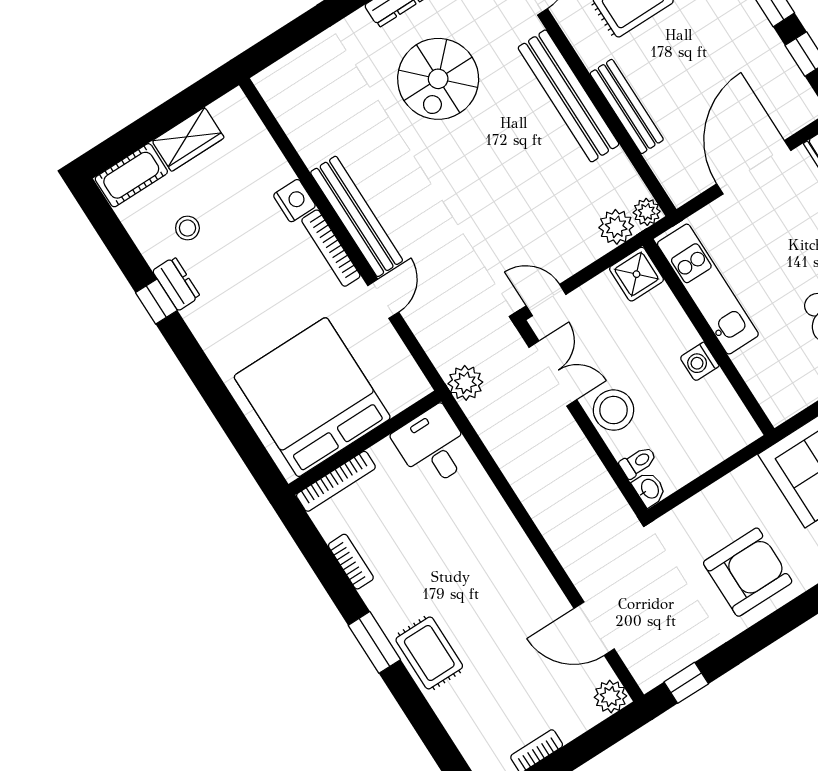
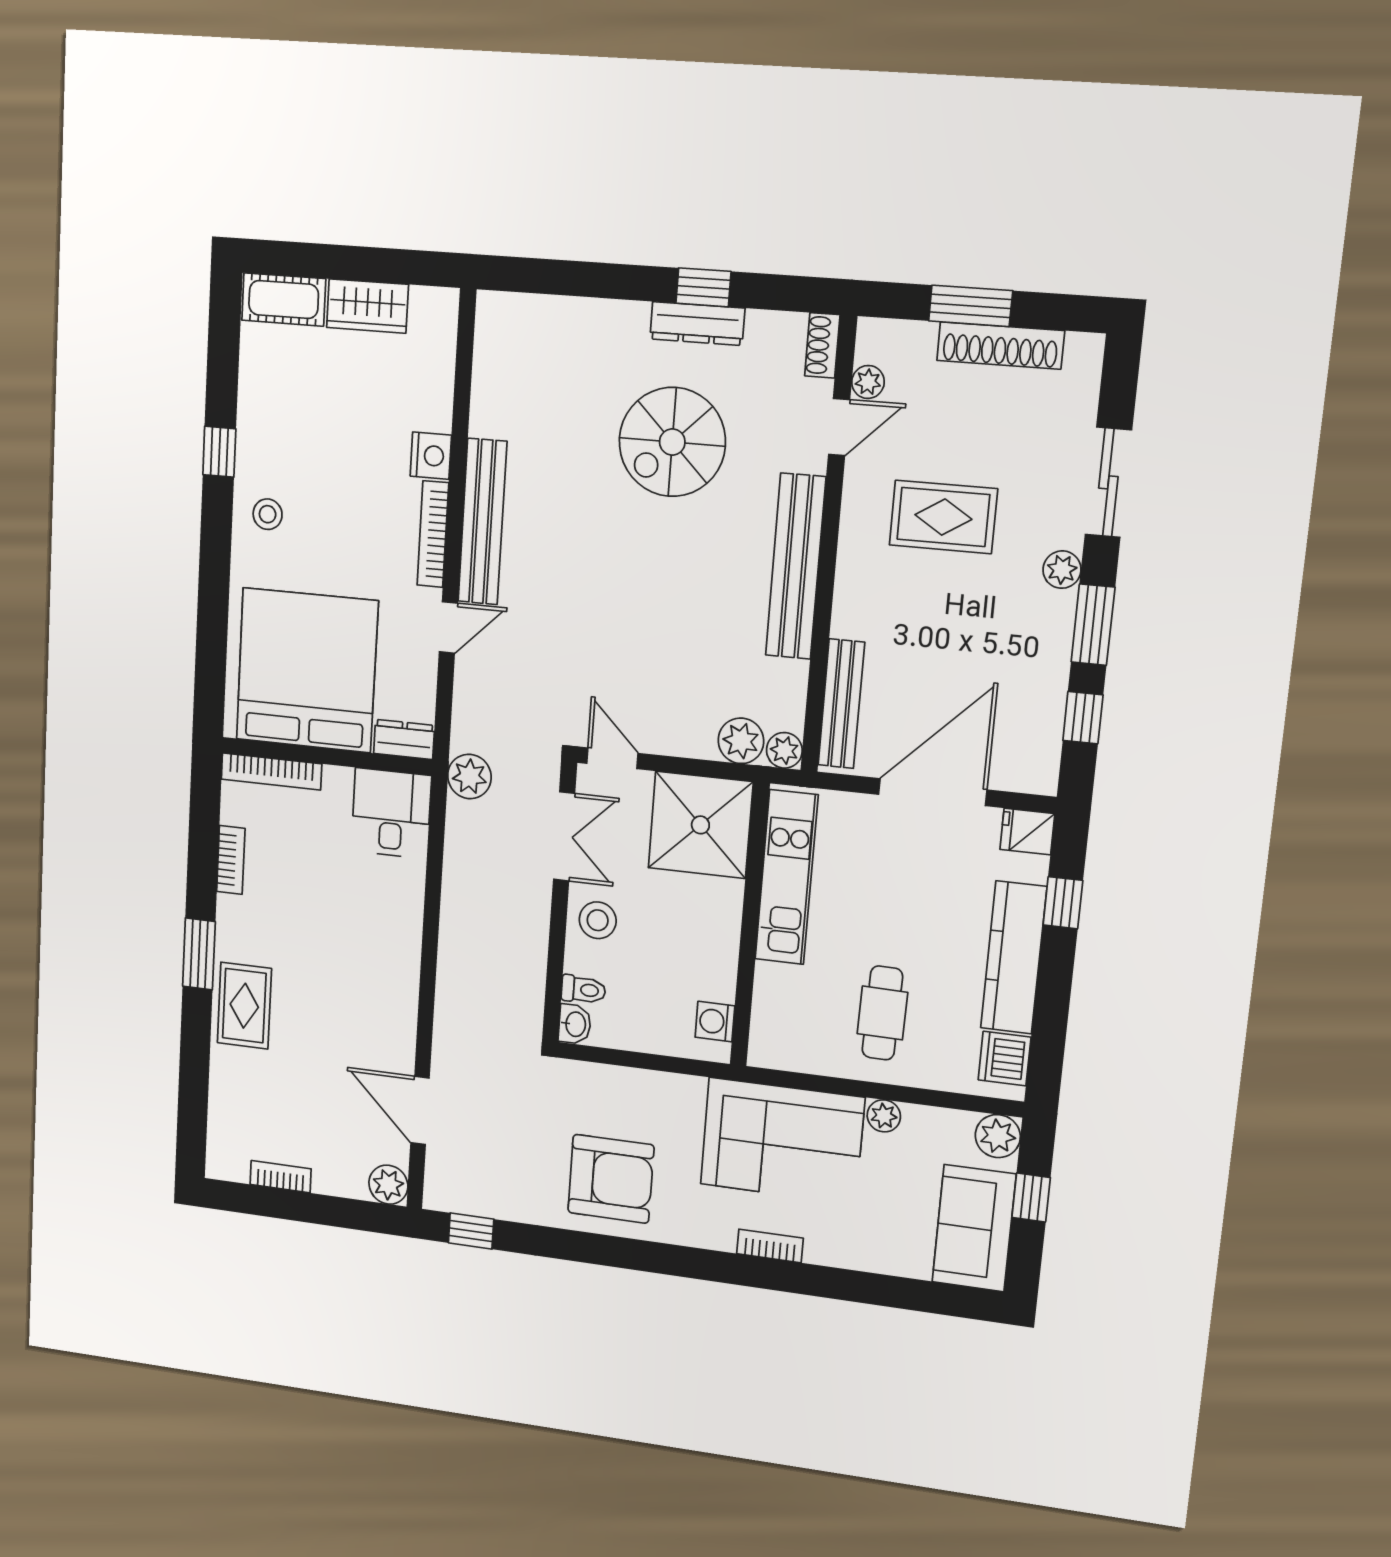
bench: (627, 106) -> (841, 704), moved
stool: (187, 228) -> (268, 514), moved
shower: (636, 274) -> (700, 825), width x1.86, depth x1.86
dresser: (176, 284) -> (404, 739), moved, turned -90
washing machine: (699, 362) -> (715, 1022), moved
stool: (614, 410) -> (598, 920), width x0.73, depth x0.73

